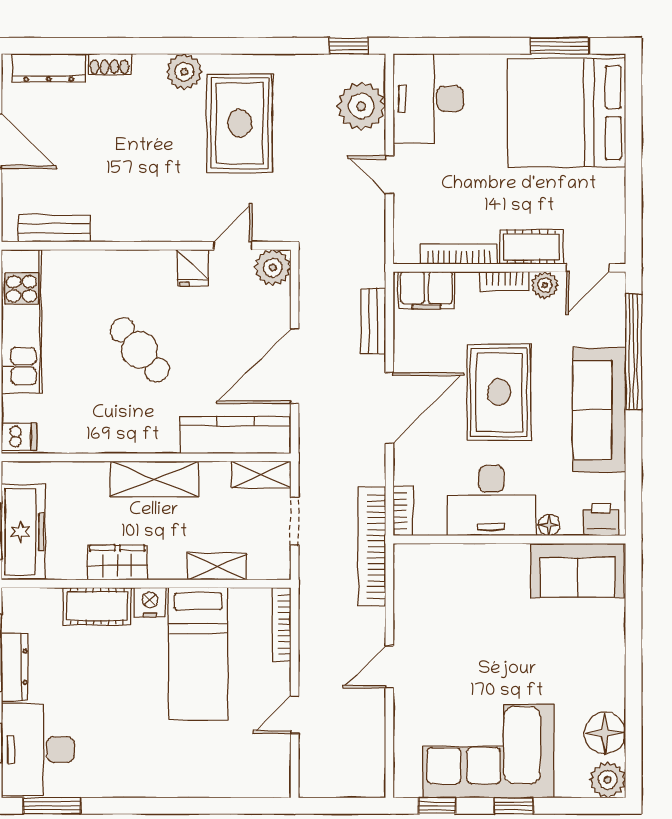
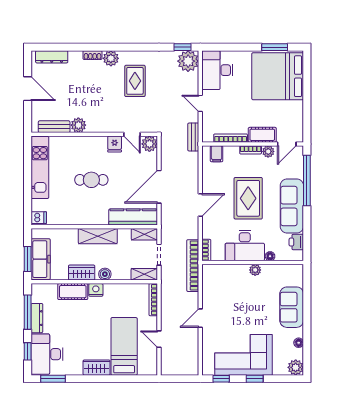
shoe rack: (109, 64) -> (92, 55), moved
plant: (361, 106) -> (188, 61), moved
rug: (240, 123) -> (135, 81), width x0.73, depth x0.70
plant: (110, 225) -> (78, 125), added
door: (233, 246) -> (132, 134), swing flipped
filing cabinet: (427, 290) -> (217, 154), width x0.50
bench: (373, 321) -> (193, 137), moved
cafe table: (140, 350) -> (91, 180), turned -49
door: (389, 408) -> (200, 205), width x0.73
printer: (601, 519) -> (296, 242), moved, turned -90
plant: (515, 556) -> (255, 270), added
boiler: (171, 566) -> (105, 274), added
shelving: (217, 566) -> (144, 274), moved
sofa: (577, 570) -> (292, 307), moved, turned 90
bed: (198, 654) -> (124, 346), moved, turned 180
door: (295, 715) -> (159, 339), hinge flipped
floor lamp: (605, 733) -> (299, 343), width x0.53, depth x0.53
wardrobe: (152, 780) -> (97, 368), added

